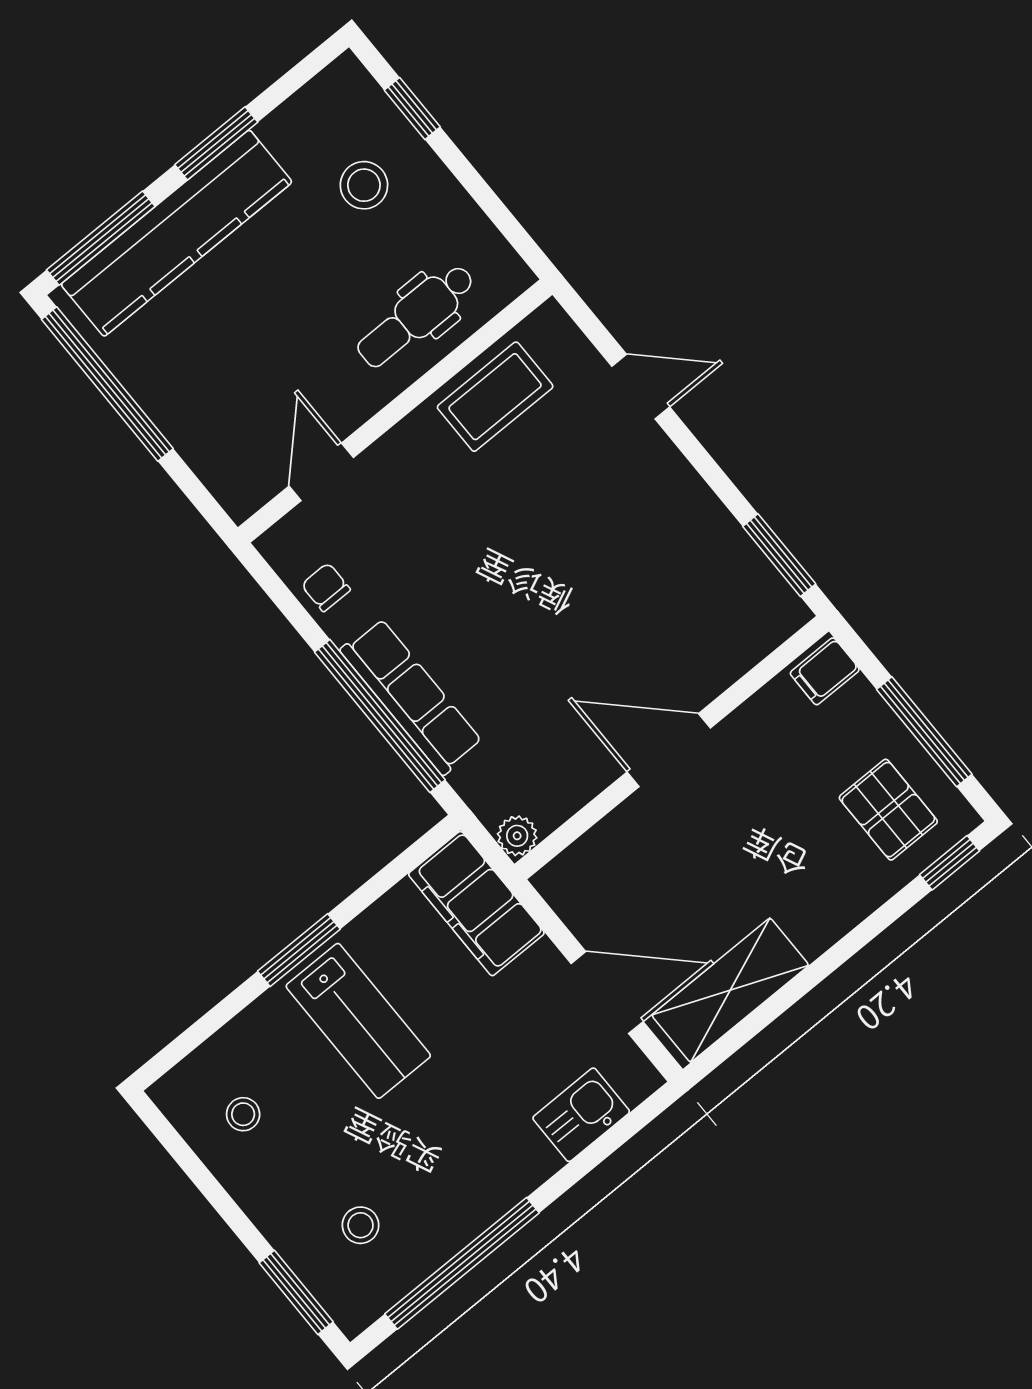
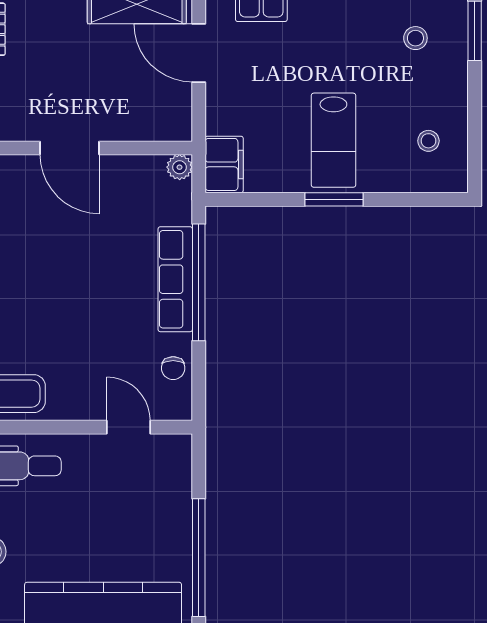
door: (321, 472) -> (129, 427), swing flipped
filing cabinet: (476, 904) -> (224, 164), width x0.67, depth x0.86
lab bench: (358, 1021) -> (333, 140), turned 180

